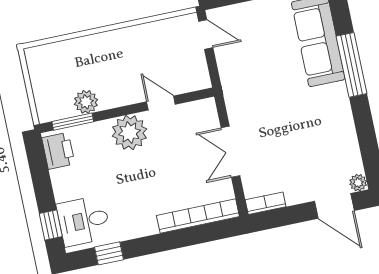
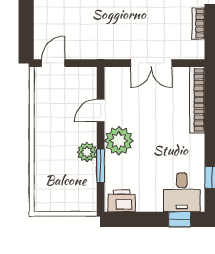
plant: (86, 102) -> (87, 152), moved
window: (73, 122) -> (101, 166), moved
bookcase: (266, 203) -> (198, 23), moved

